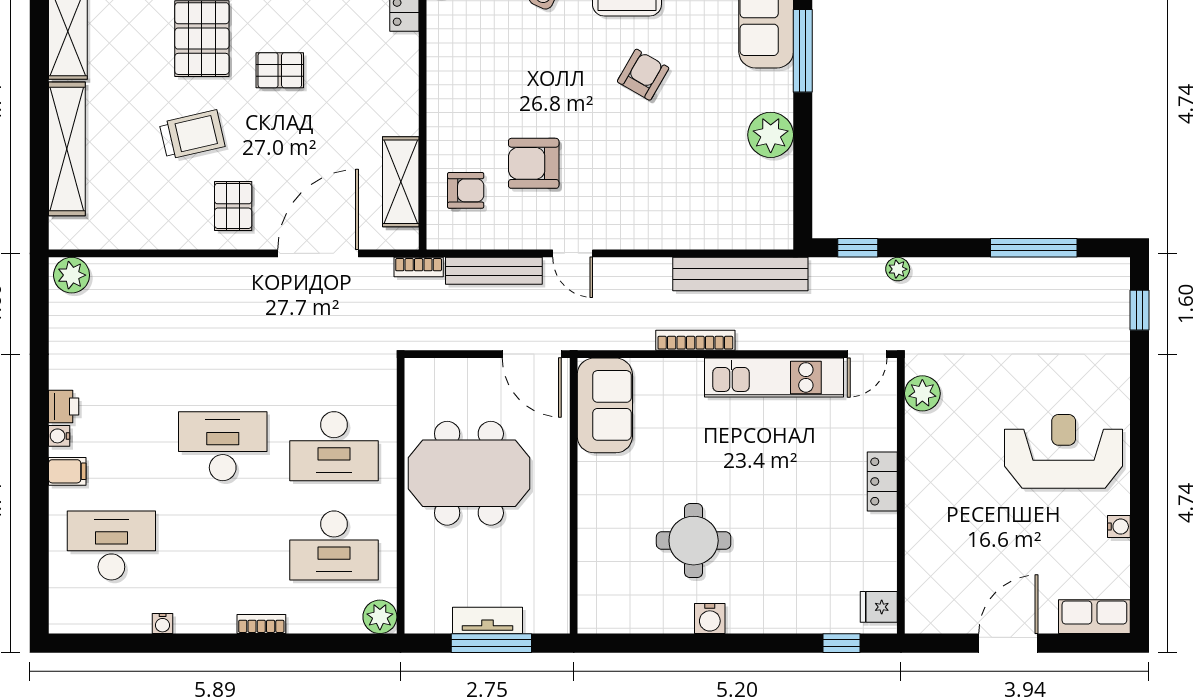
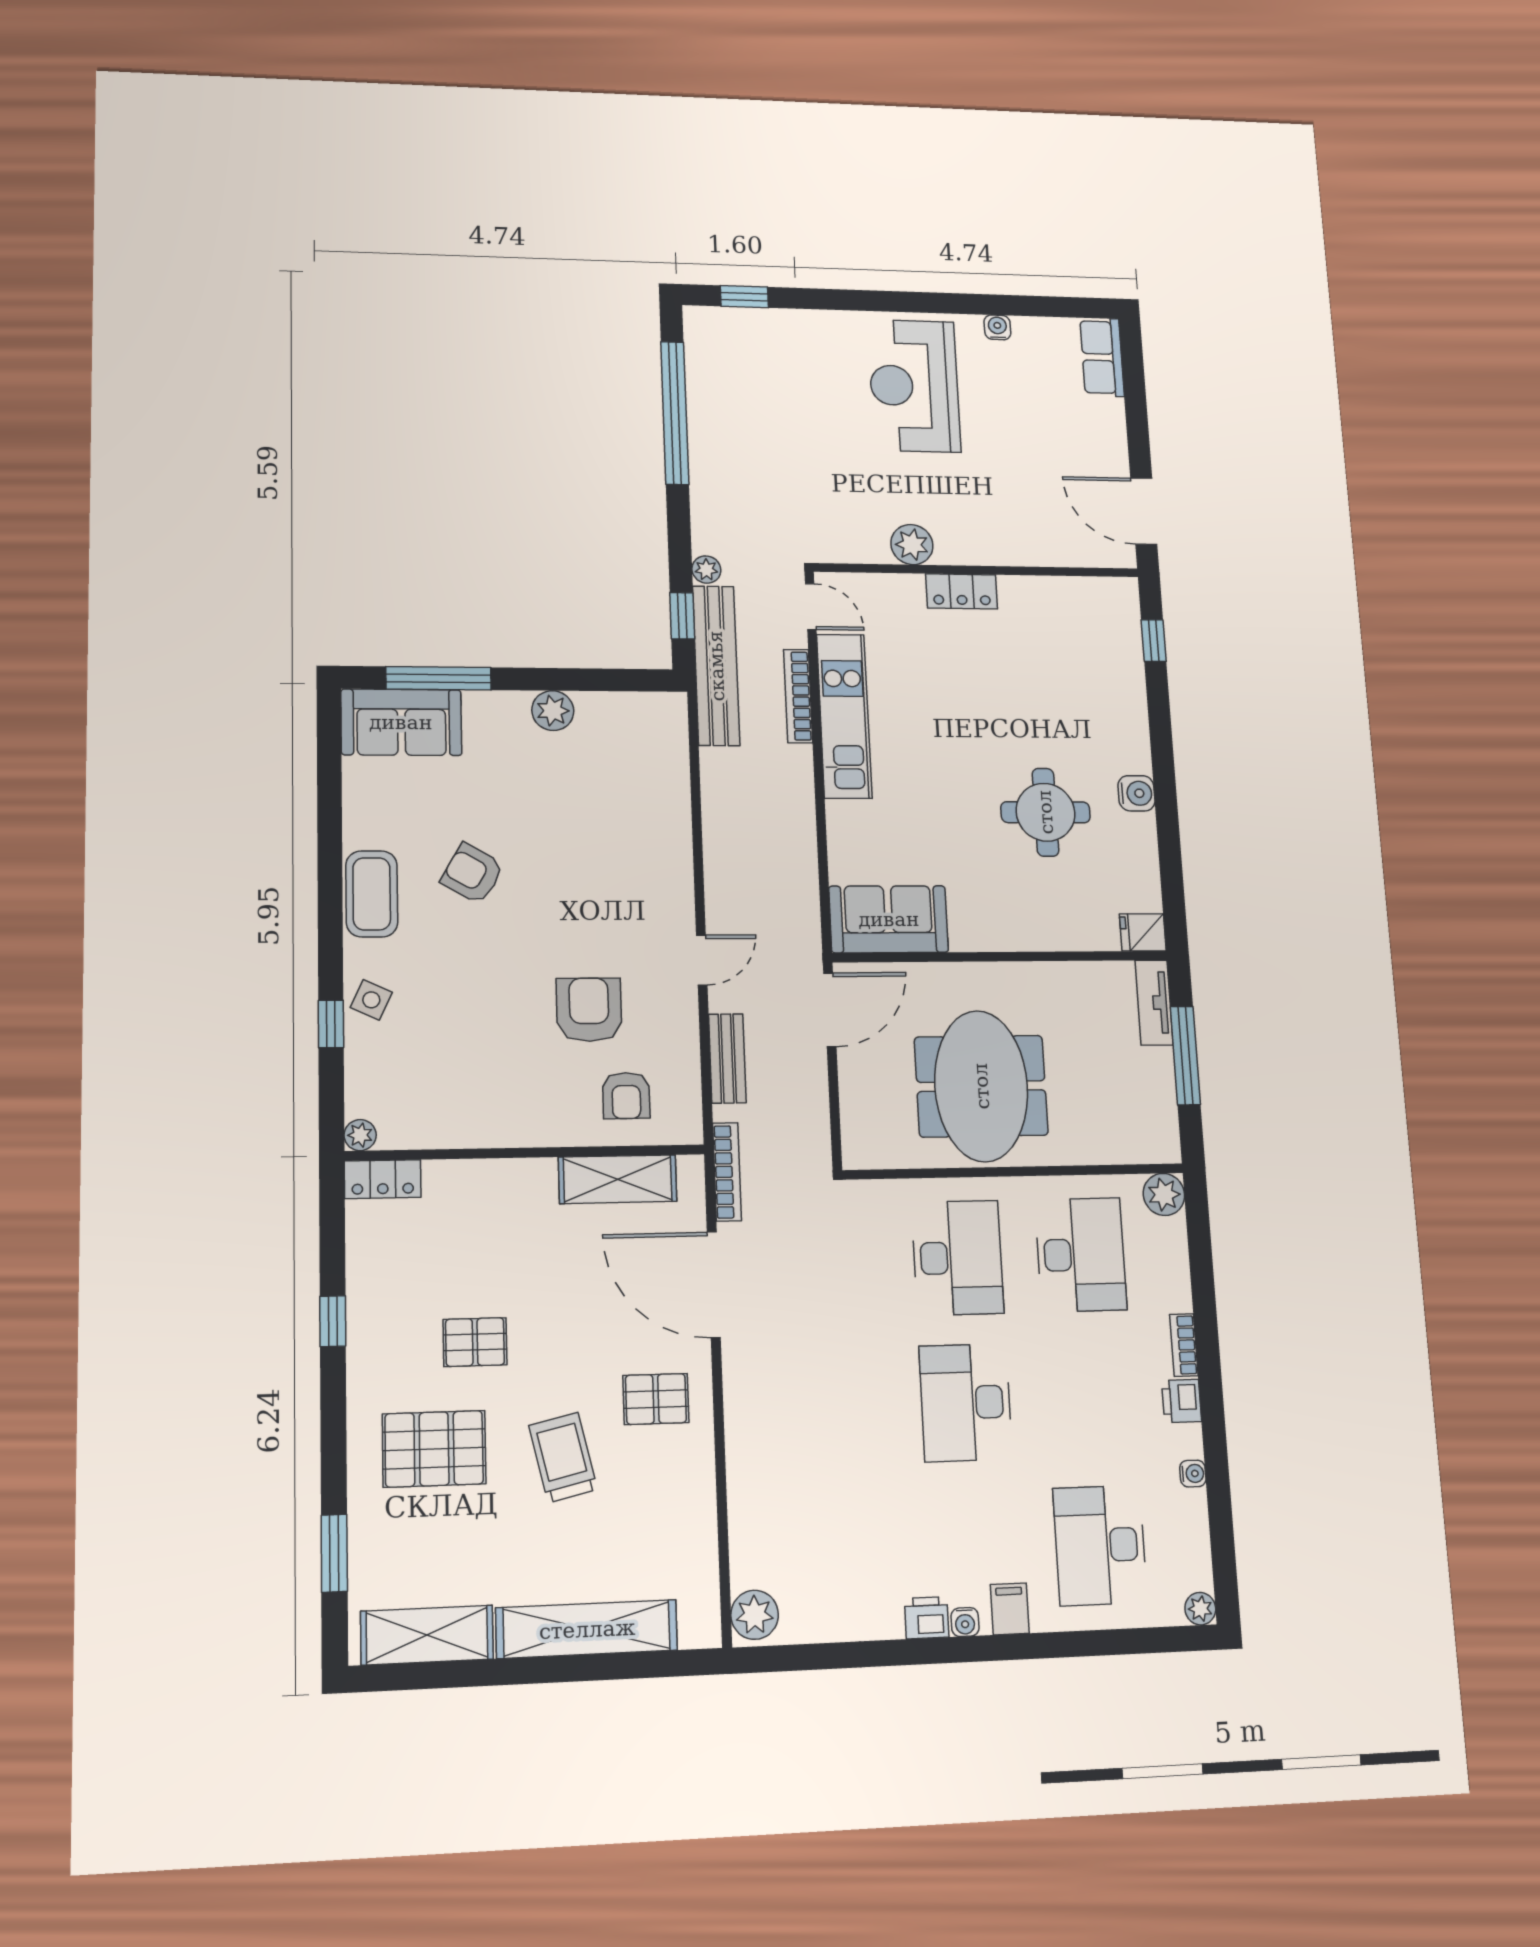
pallet: (280, 70) -> (475, 1342), turned 90
plant: (771, 135) -> (553, 711), width x0.73, depth x0.73
armchair: (534, 163) -> (589, 1010), turned 180
armchair: (466, 190) -> (626, 1096), turned 180
window: (1034, 248) -> (675, 413), width x1.46
bookcase: (419, 267) -> (727, 1172), width x1.56
bench: (494, 271) -> (727, 1058), width x0.73
bench: (740, 274) -> (716, 666), moved
bookcase: (695, 340) -> (798, 696), moved
plant: (922, 393) -> (912, 545), moved
fridge: (879, 607) -> (1143, 932), moved, turned 90
printer: (218, 619) -> (1182, 1401), added
tv unit: (488, 620) -> (1154, 1003), moved
plant: (61, 621) -> (1200, 1609), added
door: (1008, 643) -> (1144, 511), moved

